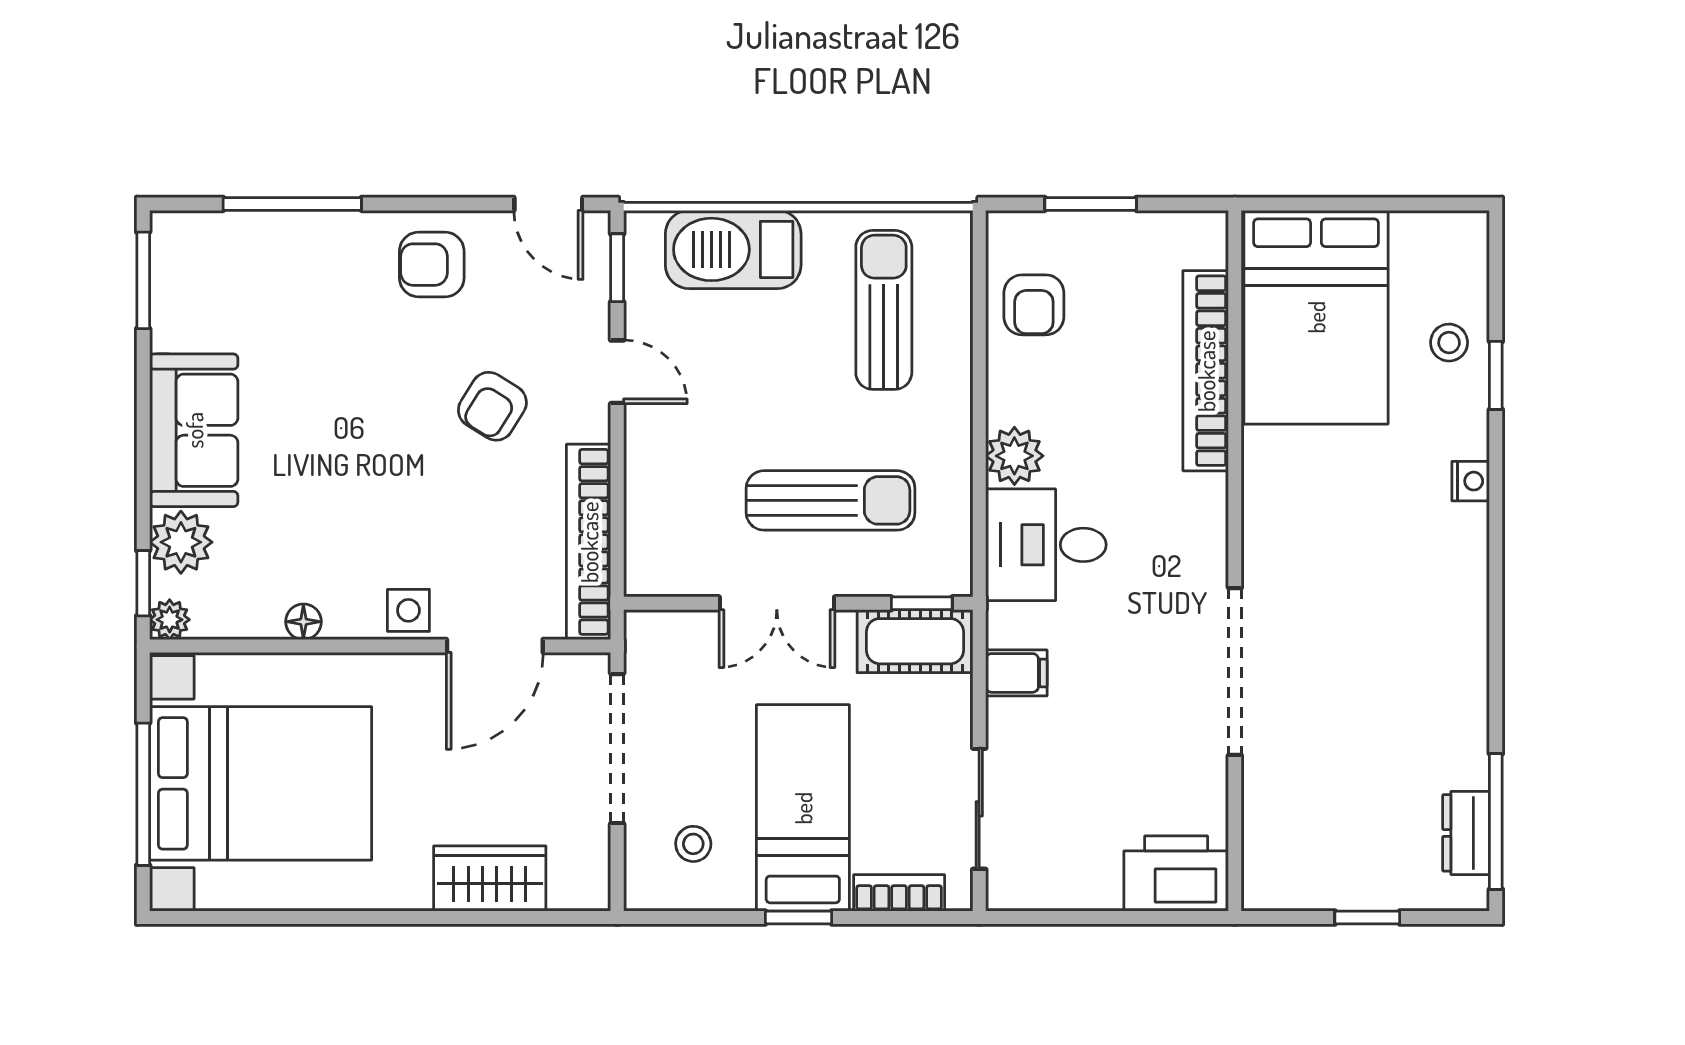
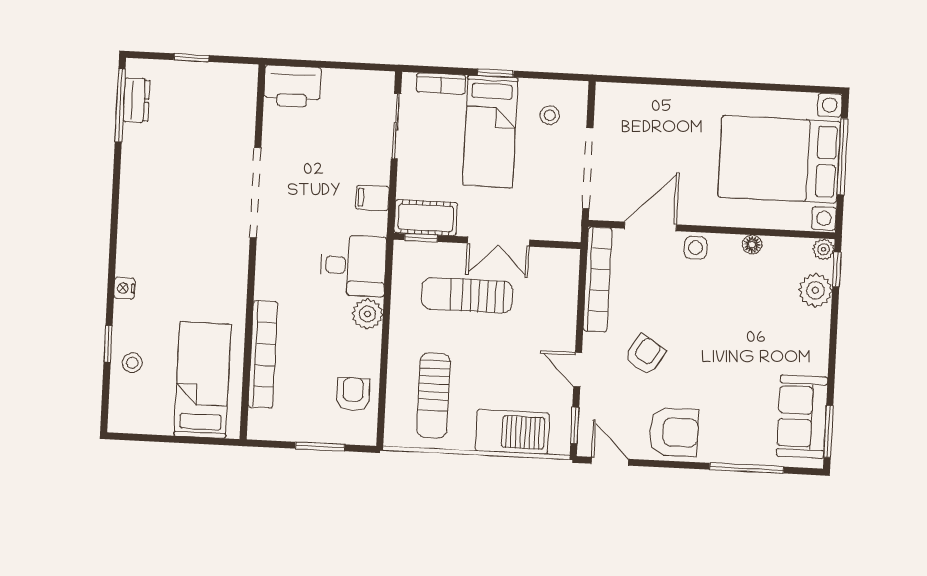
armchair: (432, 265) -> (674, 432), width x1.38, depth x1.38
bed: (1316, 317) -> (203, 380), width x0.67
sofa: (194, 430) -> (802, 417), moved
double door: (777, 603) -> (498, 242), swing flipped
wardrobe: (490, 879) -> (659, 102), removed

